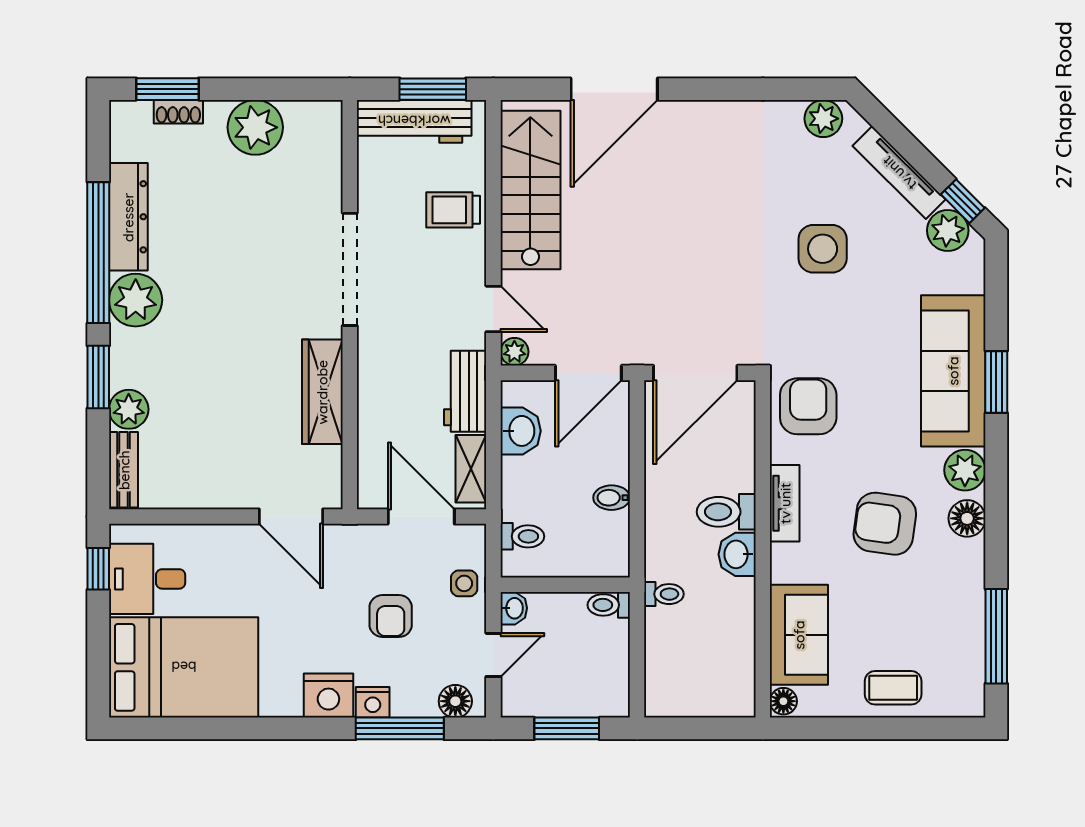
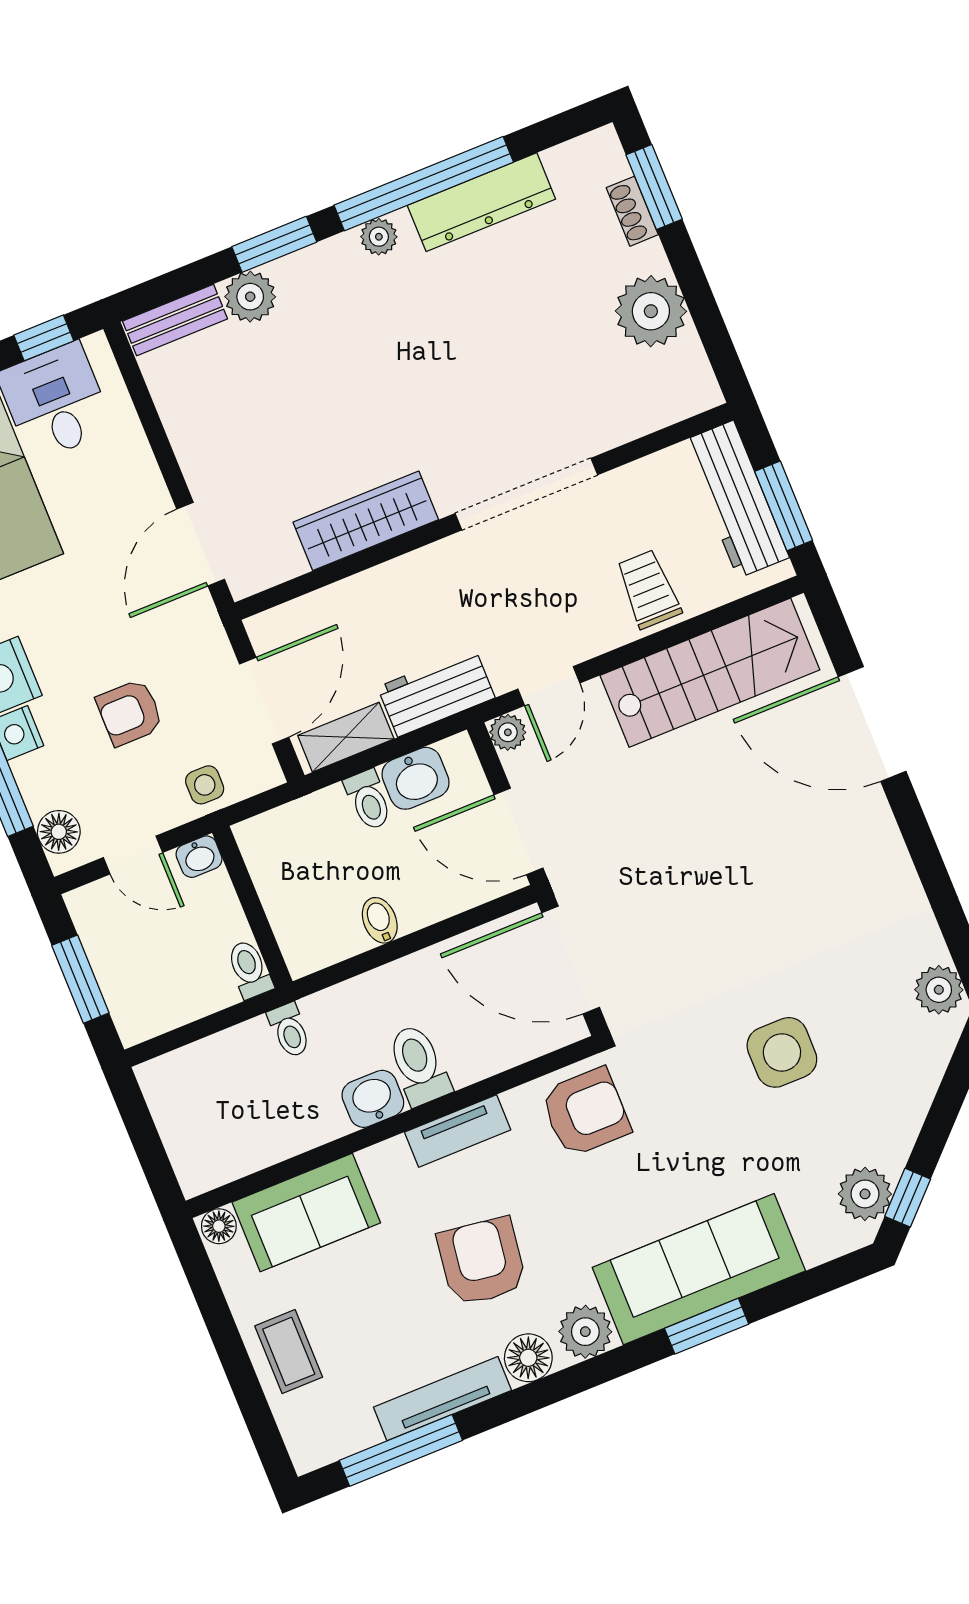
tv unit: (899, 173) -> (442, 1399), moved, turned 45
plant: (136, 300) -> (379, 237), width x0.53, depth x0.53
toilet: (522, 536) -> (368, 800), moved

